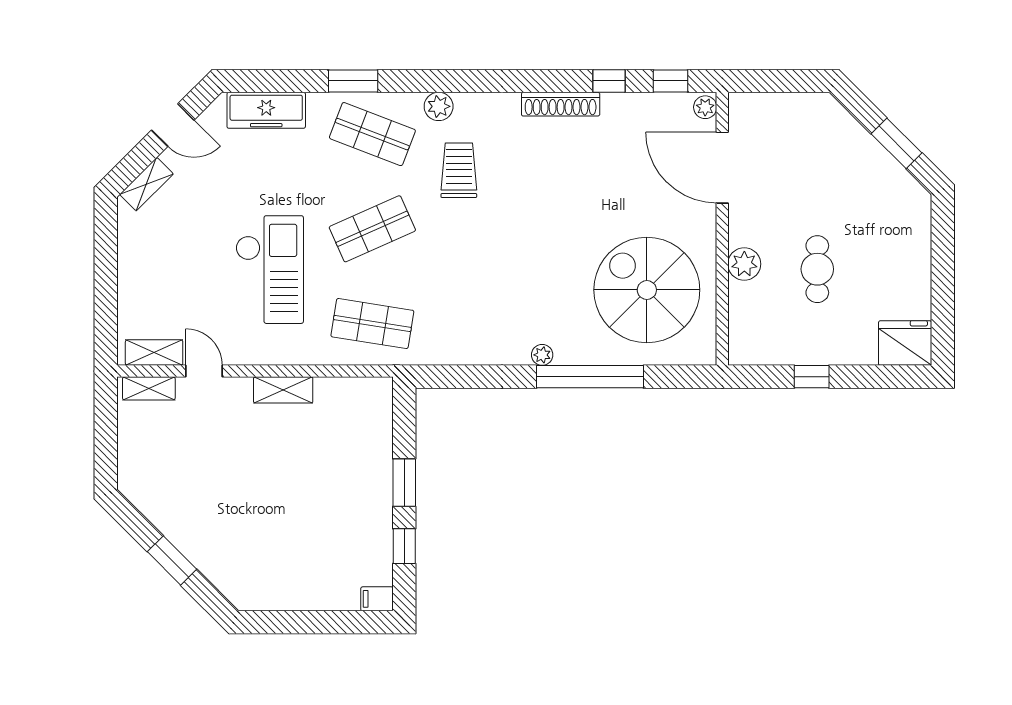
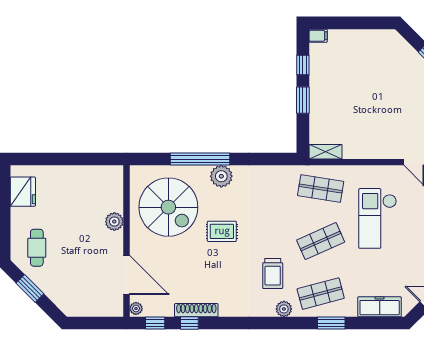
shoe rack: (561, 104) -> (196, 310), moved
shop shelf: (372, 134) -> (321, 294), turned -36
rug: (550, 246) -> (222, 231), added
cafe table: (817, 269) -> (37, 248), moved
fridge: (905, 343) -> (23, 192), moved, turned -90
plant: (542, 355) -> (221, 176), width x1.87, depth x1.87
window: (812, 377) -> (77, 159), removed
shelving: (283, 390) -> (325, 152), moved

